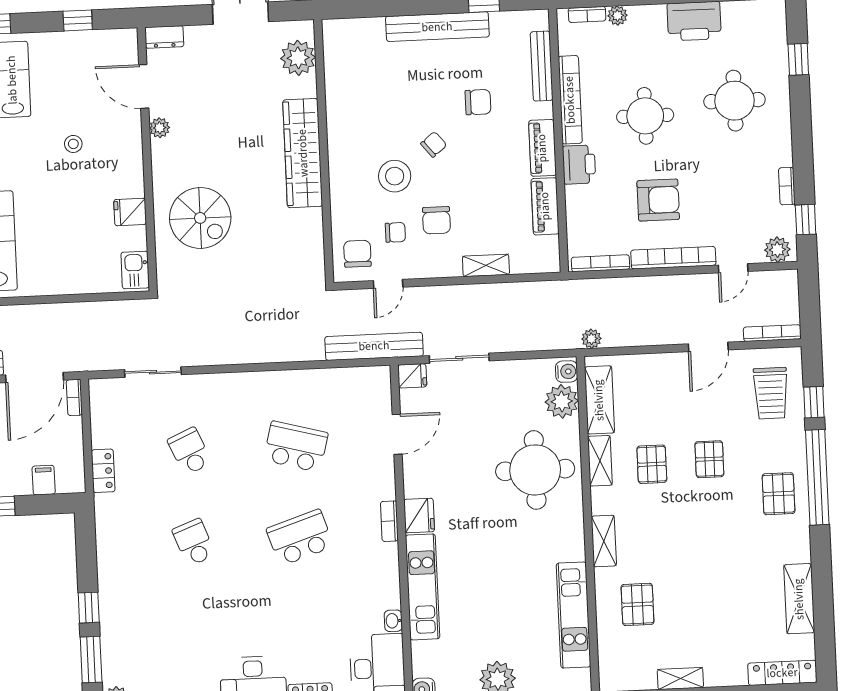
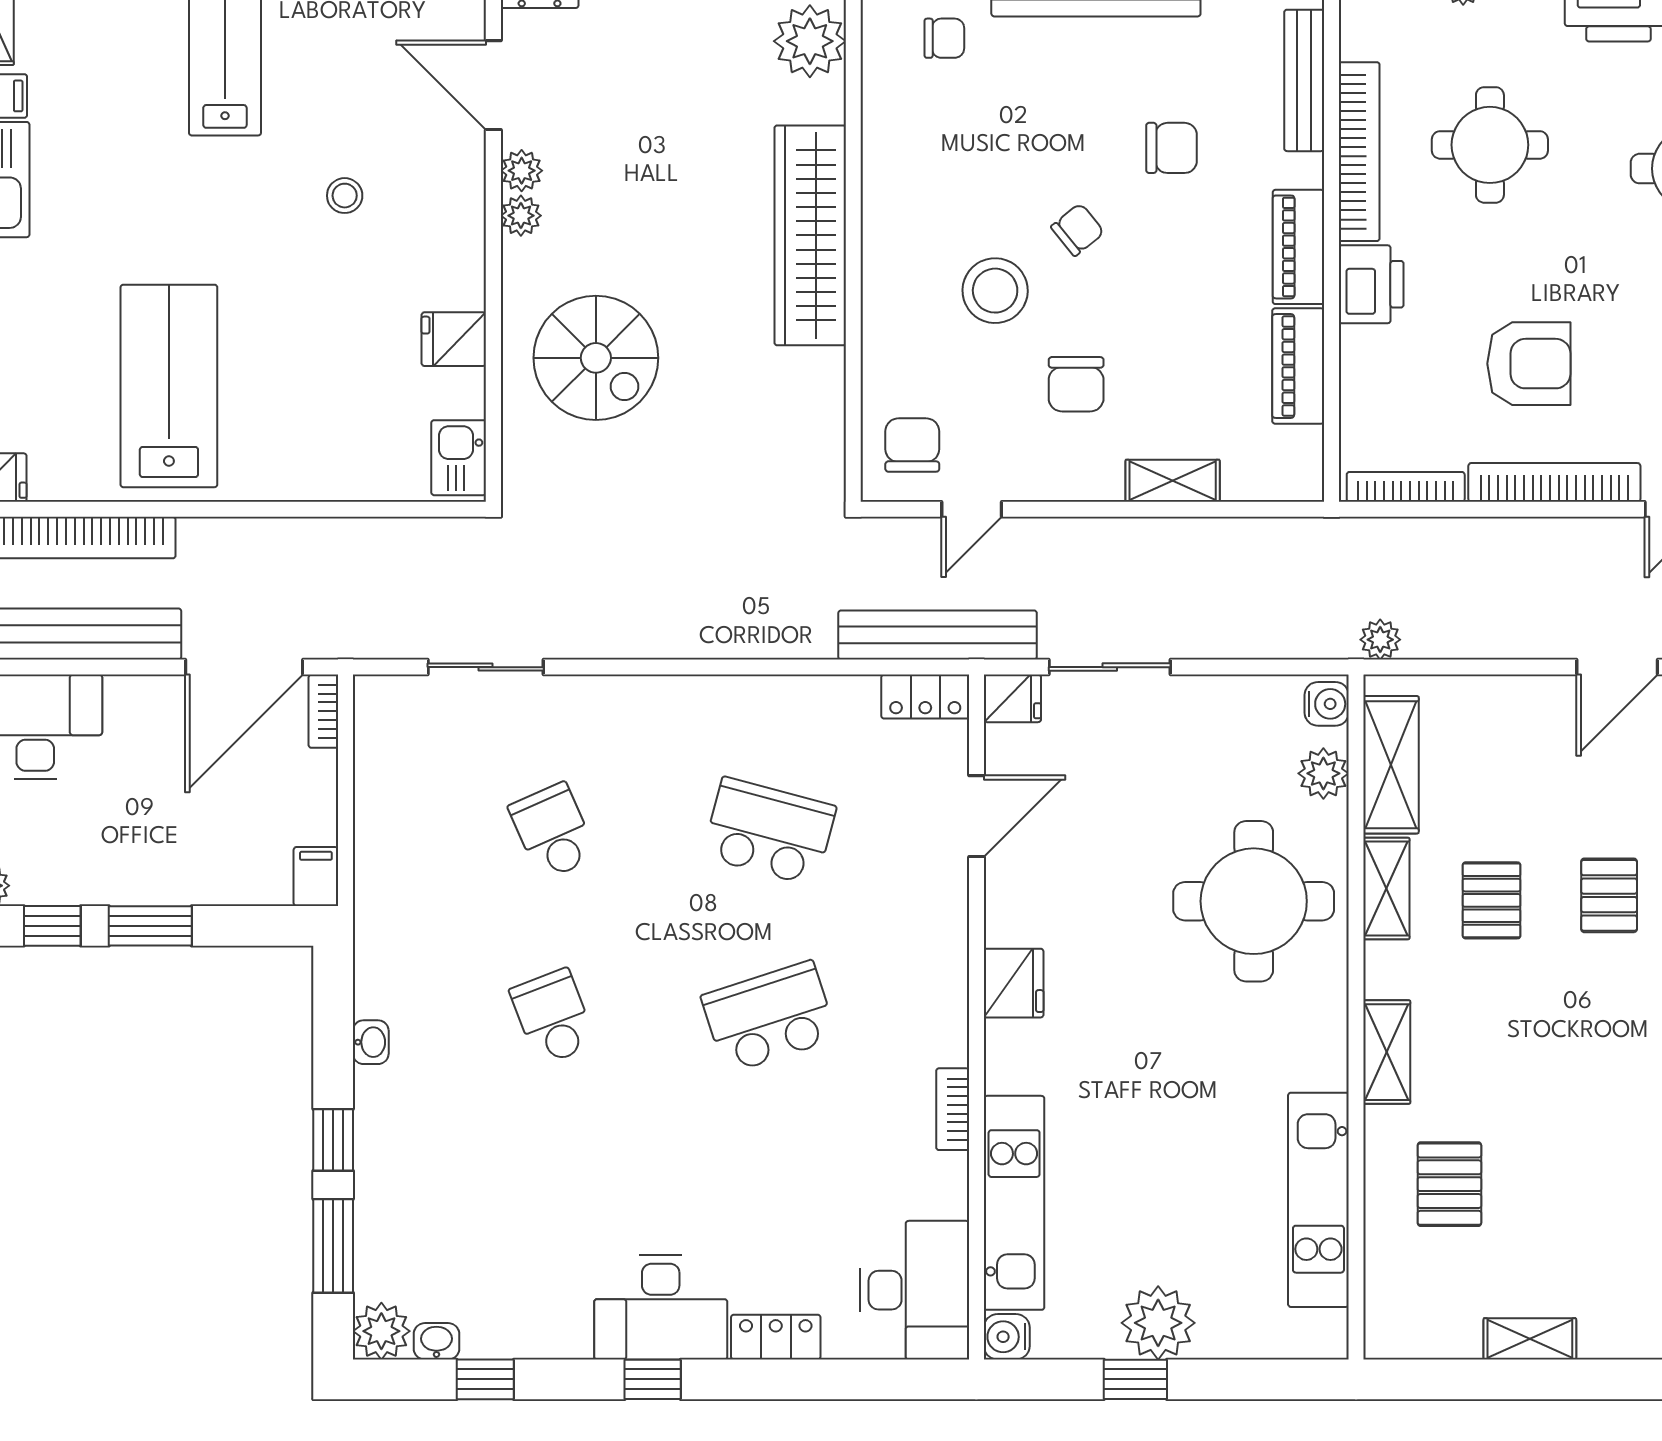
round table: (645, 116) -> (1490, 145), moved
plant: (160, 150) -> (521, 216), added
chair: (395, 232) -> (944, 38), moved
plant: (562, 401) -> (1323, 773), width x0.73, depth x0.73
locker: (103, 471) -> (925, 697), moved, turned 90
filing cabinet: (44, 480) -> (316, 877), moved
bookcase: (389, 521) -> (953, 1109), moved
kitchen unit: (423, 587) -> (1014, 1203), moved
washbasin: (393, 621) -> (371, 1042), moved, turned 180

